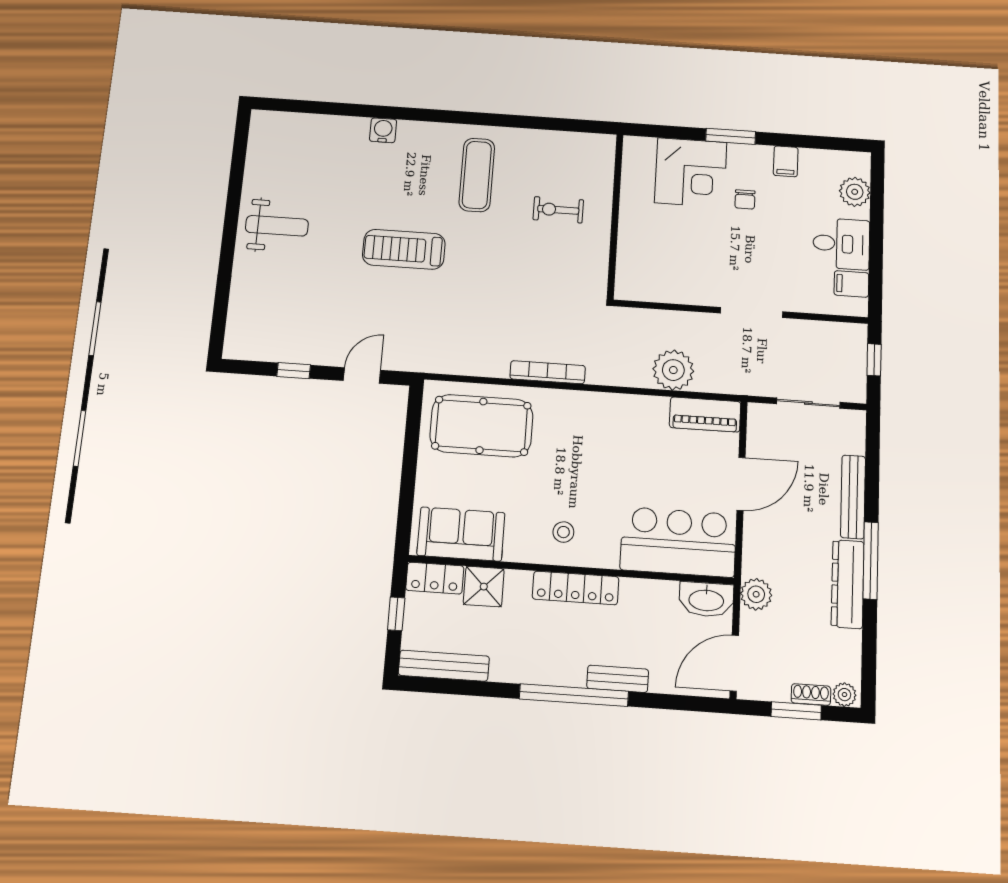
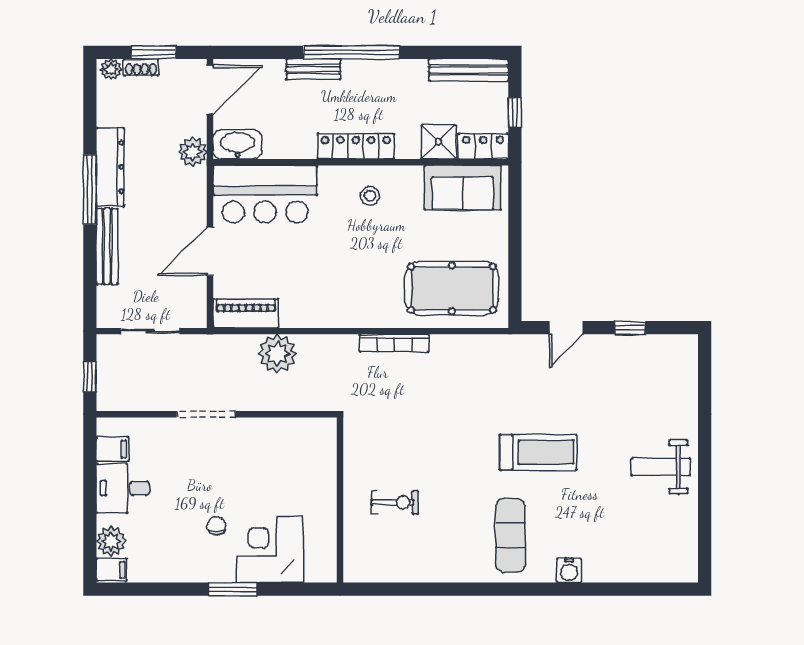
filing cabinet: (786, 161) -> (112, 570), moved, turned 90
exercise mat: (477, 175) -> (510, 535), moved

